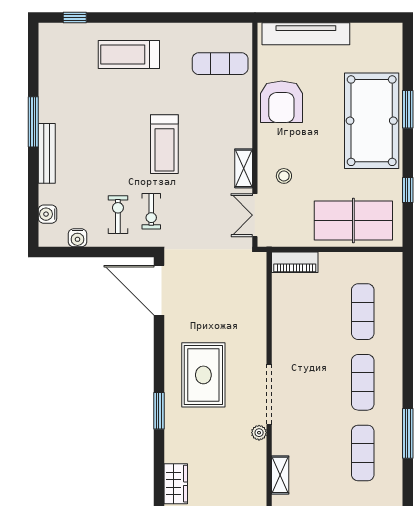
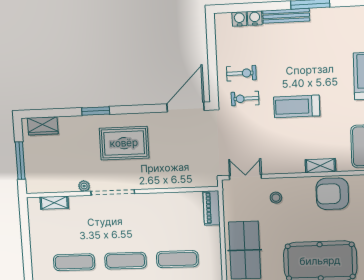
shelving: (244, 168) -> (320, 166), moved
water cooler: (78, 238) -> (255, 18), moved, turned 90

